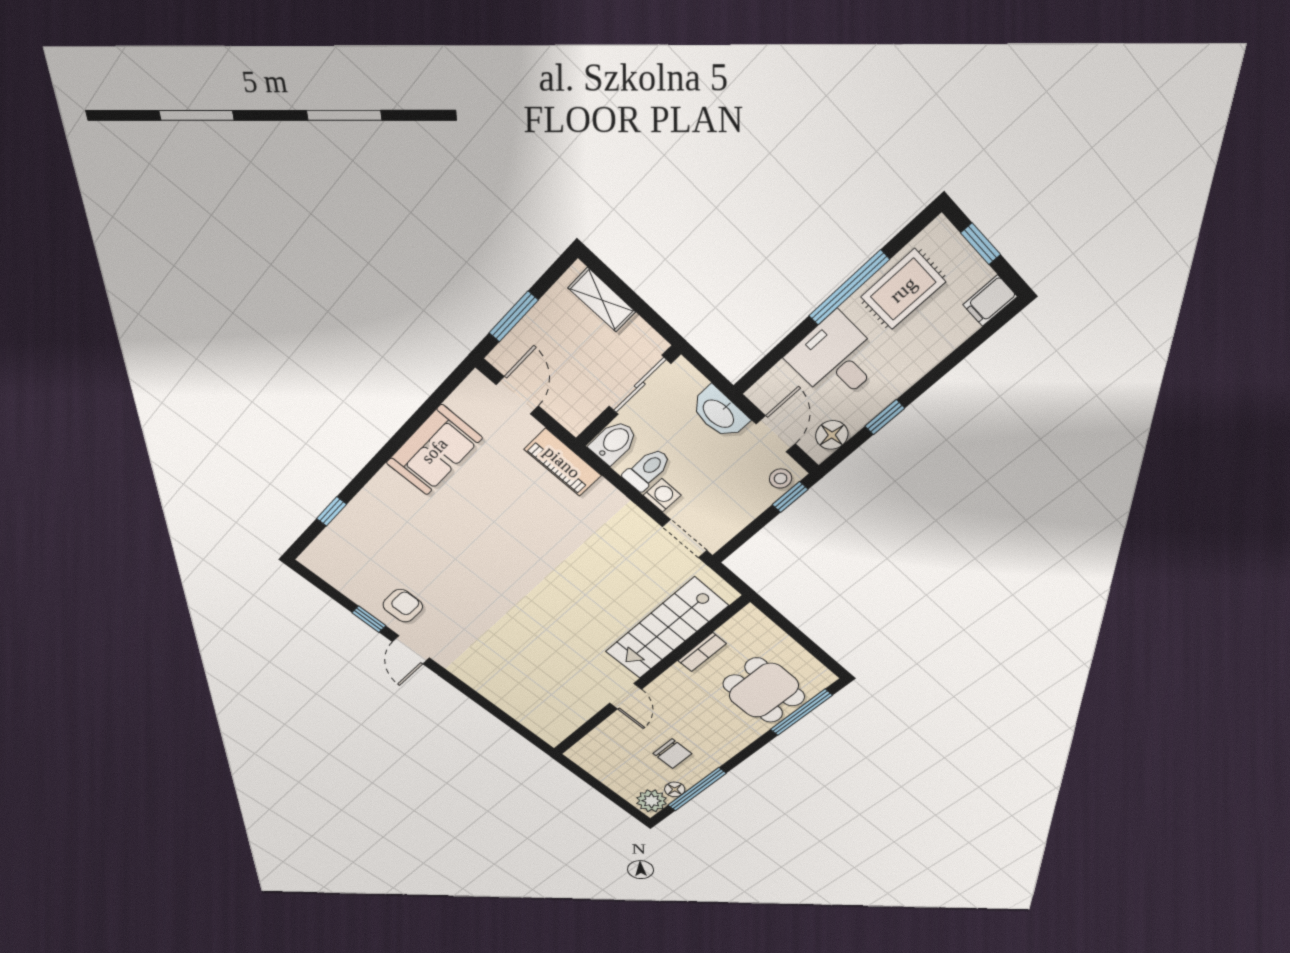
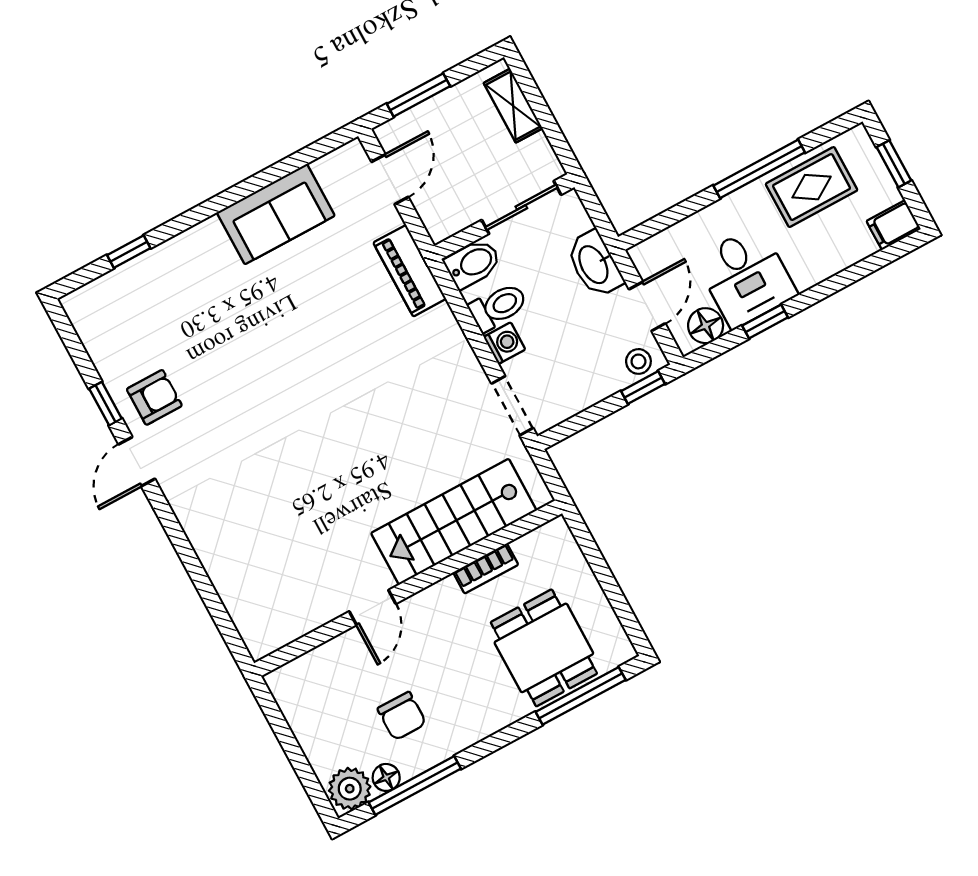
desk: (836, 359) -> (746, 277), moved, turned 180

